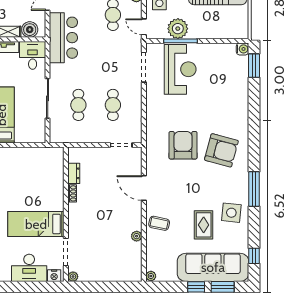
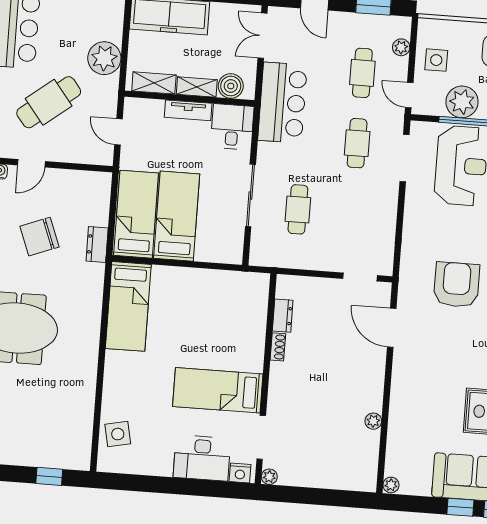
cafe table: (113, 105) -> (357, 143), moved
door: (144, 188) -> (392, 328), moved
coffee table: (159, 223) -> (410, 404), removed

